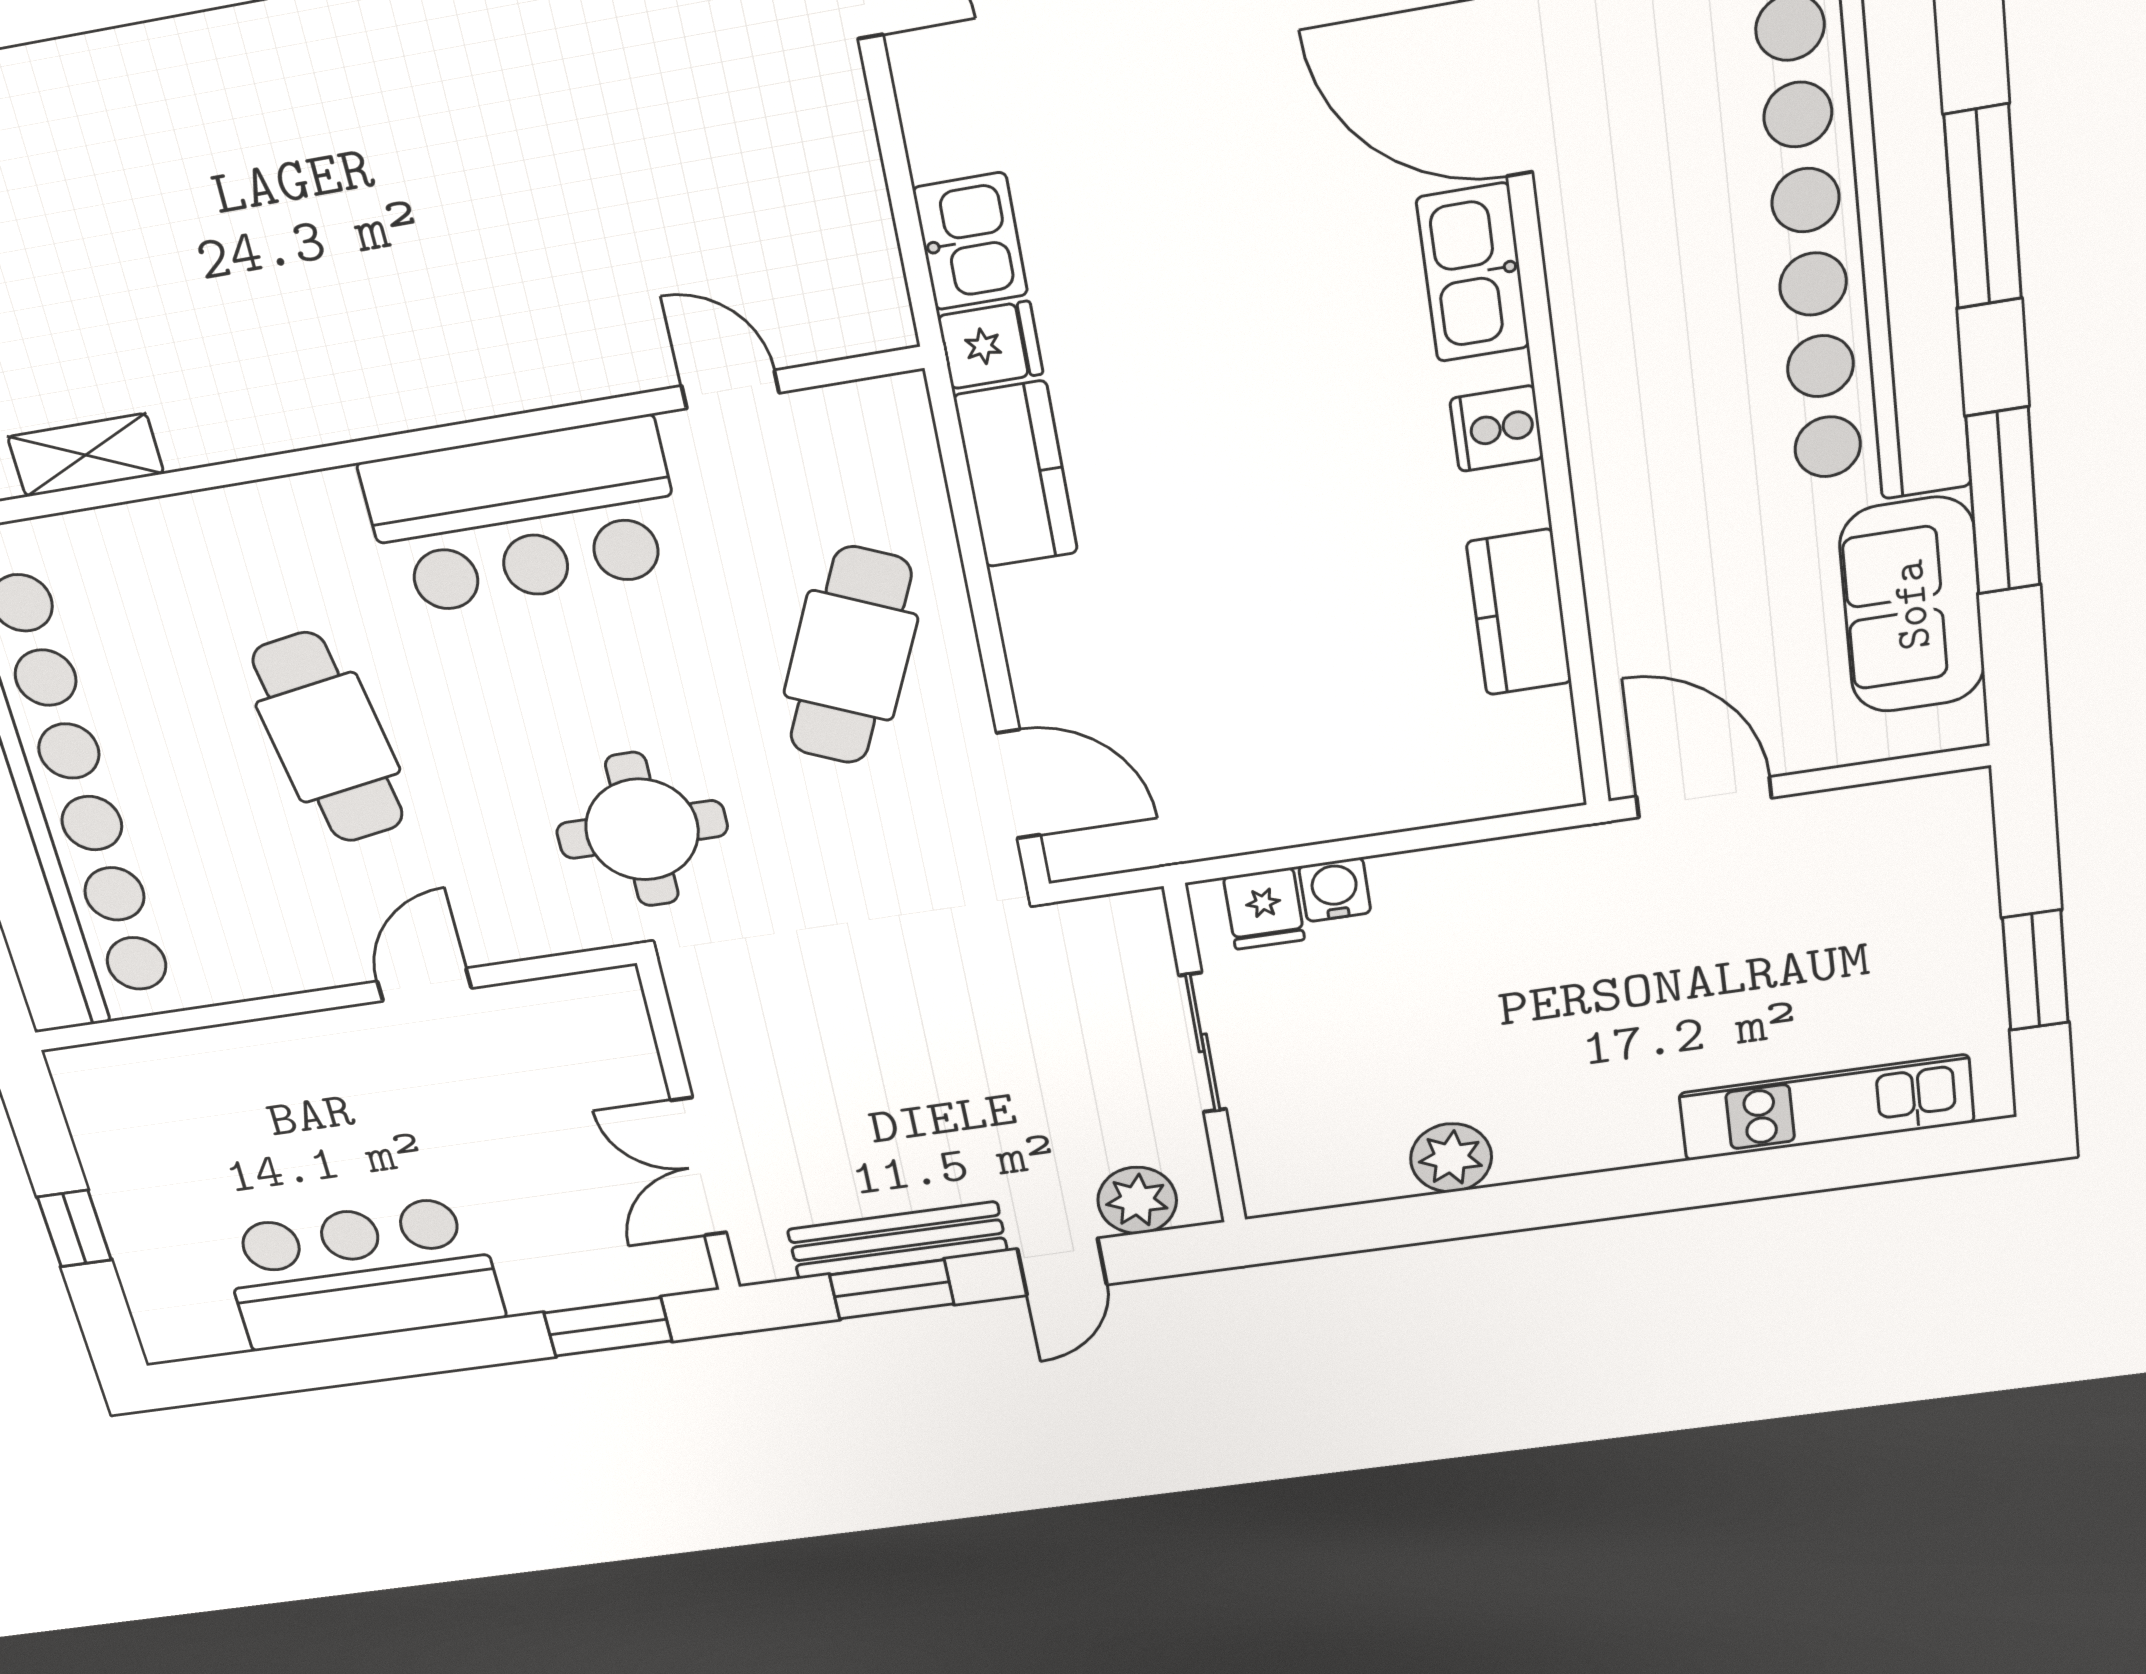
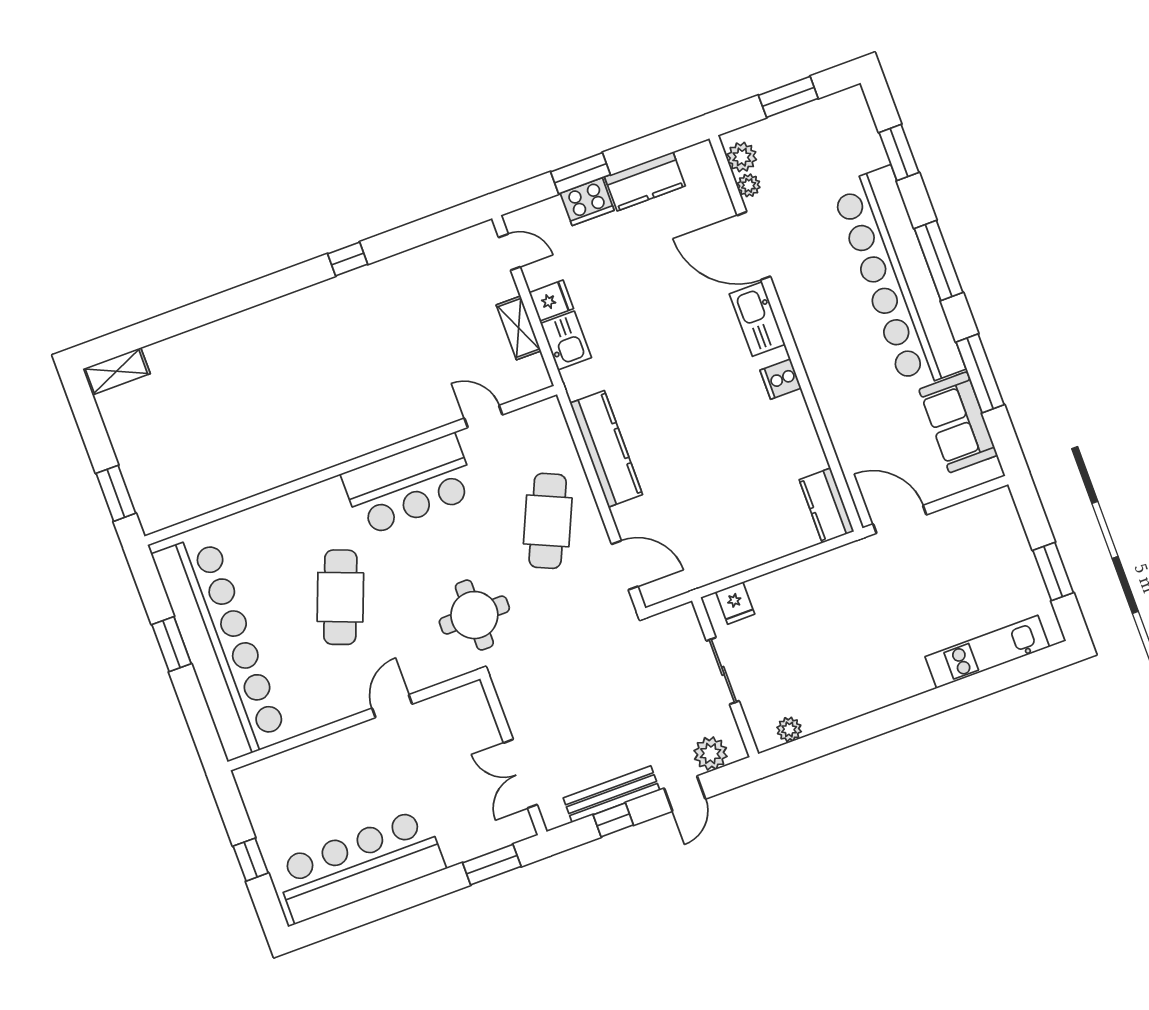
fridge: (990, 345) -> (551, 301), moved
shelving: (86, 455) -> (519, 328), moved, turned 90
kitchen counter: (1016, 474) -> (606, 449), width x1.50
kitchen counter: (1519, 612) -> (827, 506), moved
cafe table: (328, 738) -> (340, 597), turned 30
water cooler: (1335, 890) -> (762, 589), removed
plant: (1451, 1158) -> (789, 729), moved, width x0.73, depth x0.73
bar counter: (361, 1274) -> (359, 866), width x1.36
window: (892, 1289) -> (613, 820), width x0.67

